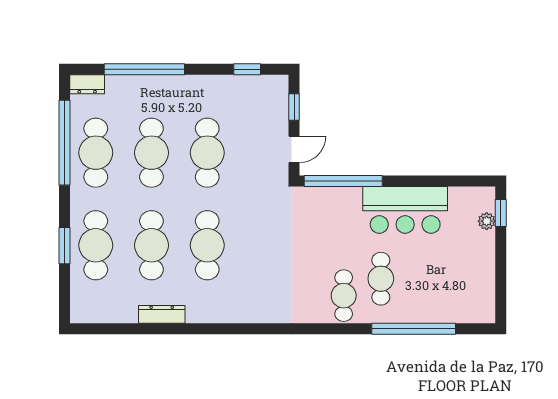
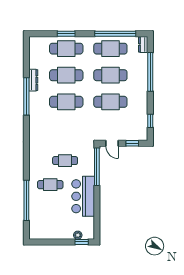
cafe table: (344, 296) -> (65, 161), moved
window: (196, 329) -> (26, 96), added

